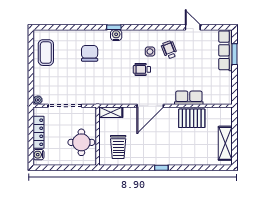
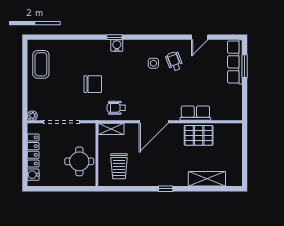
door: (193, 27) -> (200, 37), swing flipped
chair: (90, 53) -> (93, 84), moved, turned 90
wheelchair: (142, 69) -> (116, 108), moved
shelving: (225, 143) -> (207, 179), moved, turned 90

